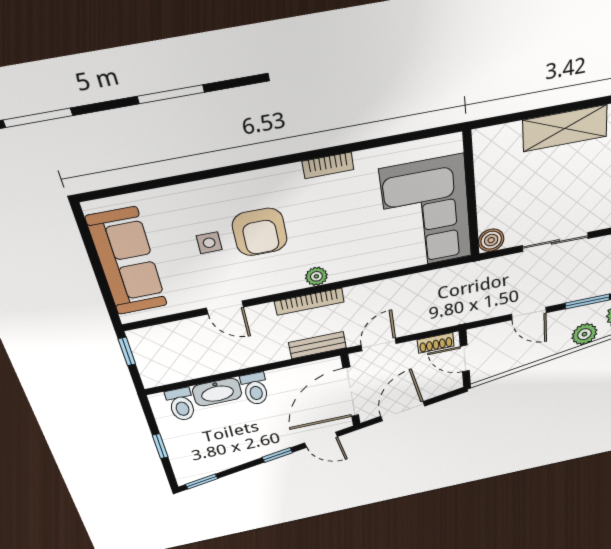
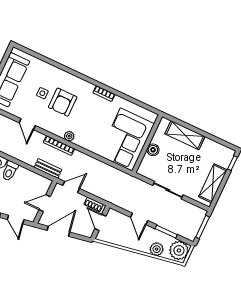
shelving: (565, 128) -> (185, 135), moved
boiler: (491, 240) -> (153, 150), moved
door: (351, 392) -> (45, 203), width x0.53

